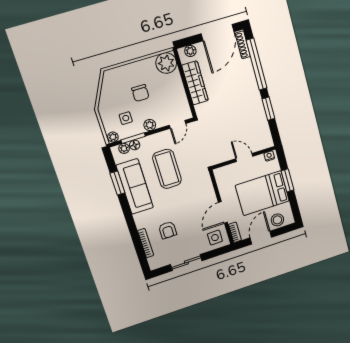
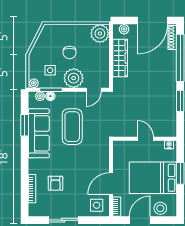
plant: (150, 125) -> (74, 78), width x1.87, depth x1.87

